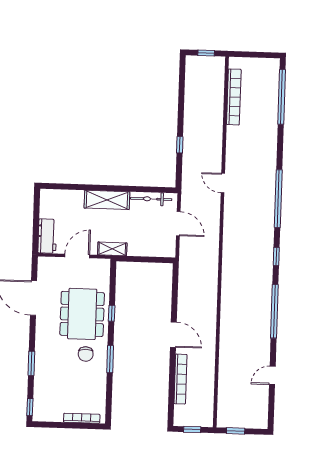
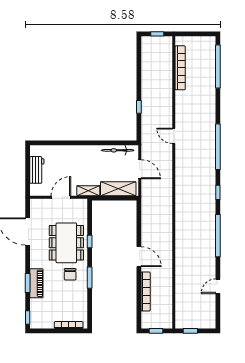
shelving: (107, 200) -> (118, 189), moved
workbench: (47, 236) -> (37, 170), moved
piano: (43, 364) -> (36, 283), added

